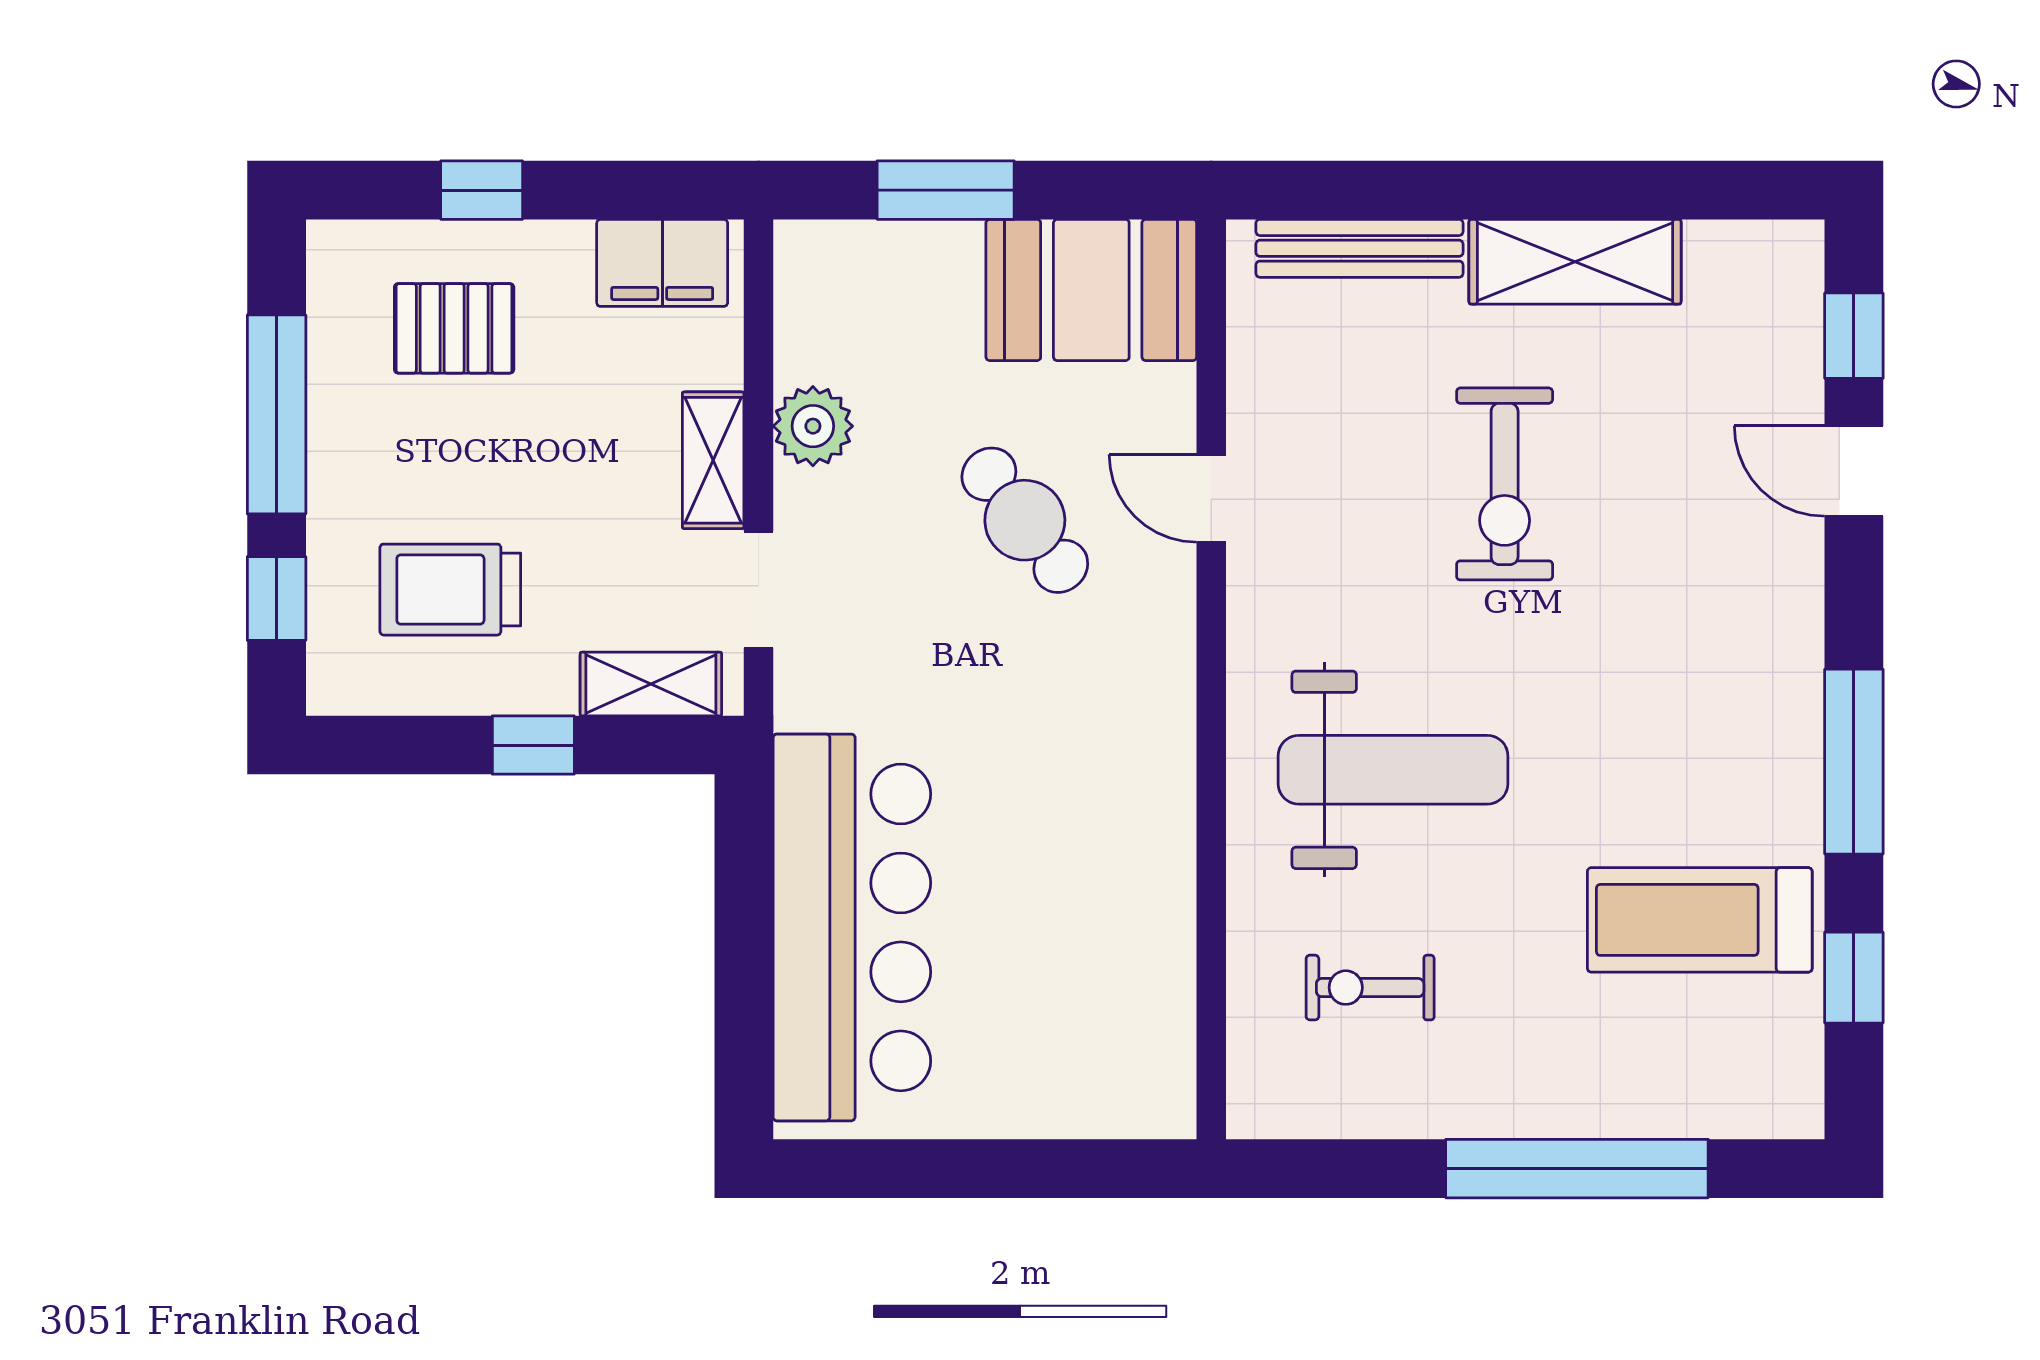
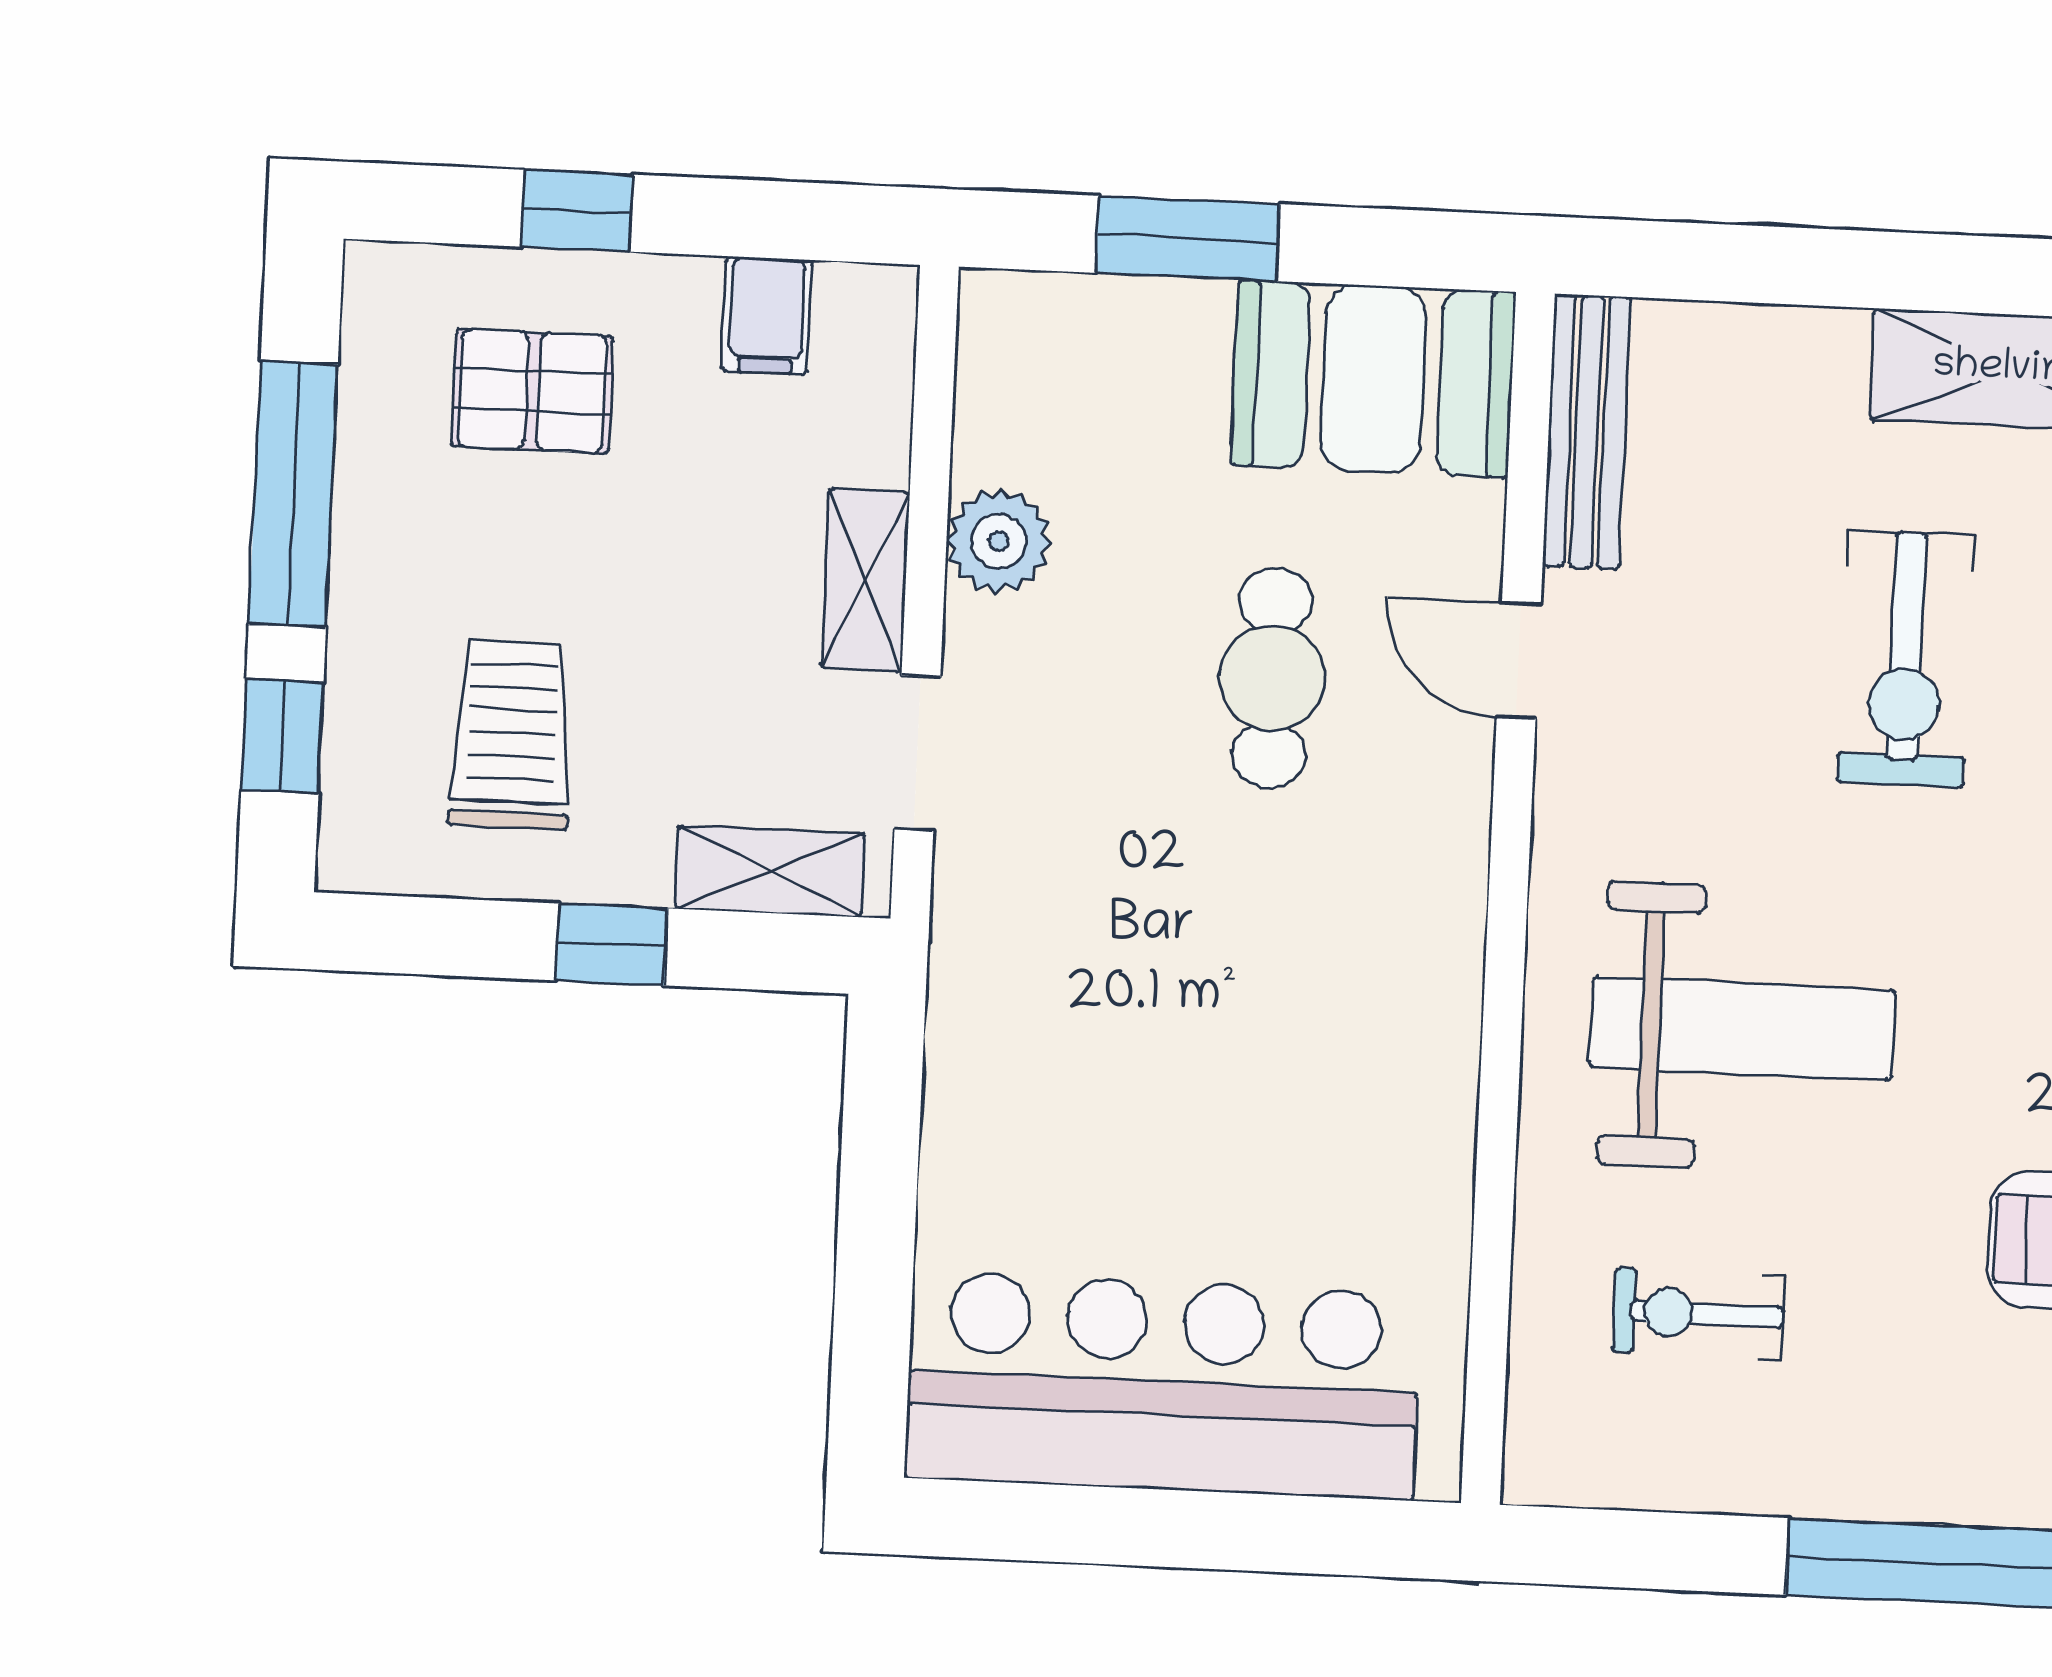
bench: (1359, 248) -> (1587, 432), moved, turned 90
filing cabinet: (662, 263) -> (767, 315), width x0.50
cafe table: (1025, 520) -> (1272, 678), turned 38
trolley: (450, 590) -> (511, 735), turned 90
bar counter: (852, 927) -> (1163, 1386), moved, turned -90

